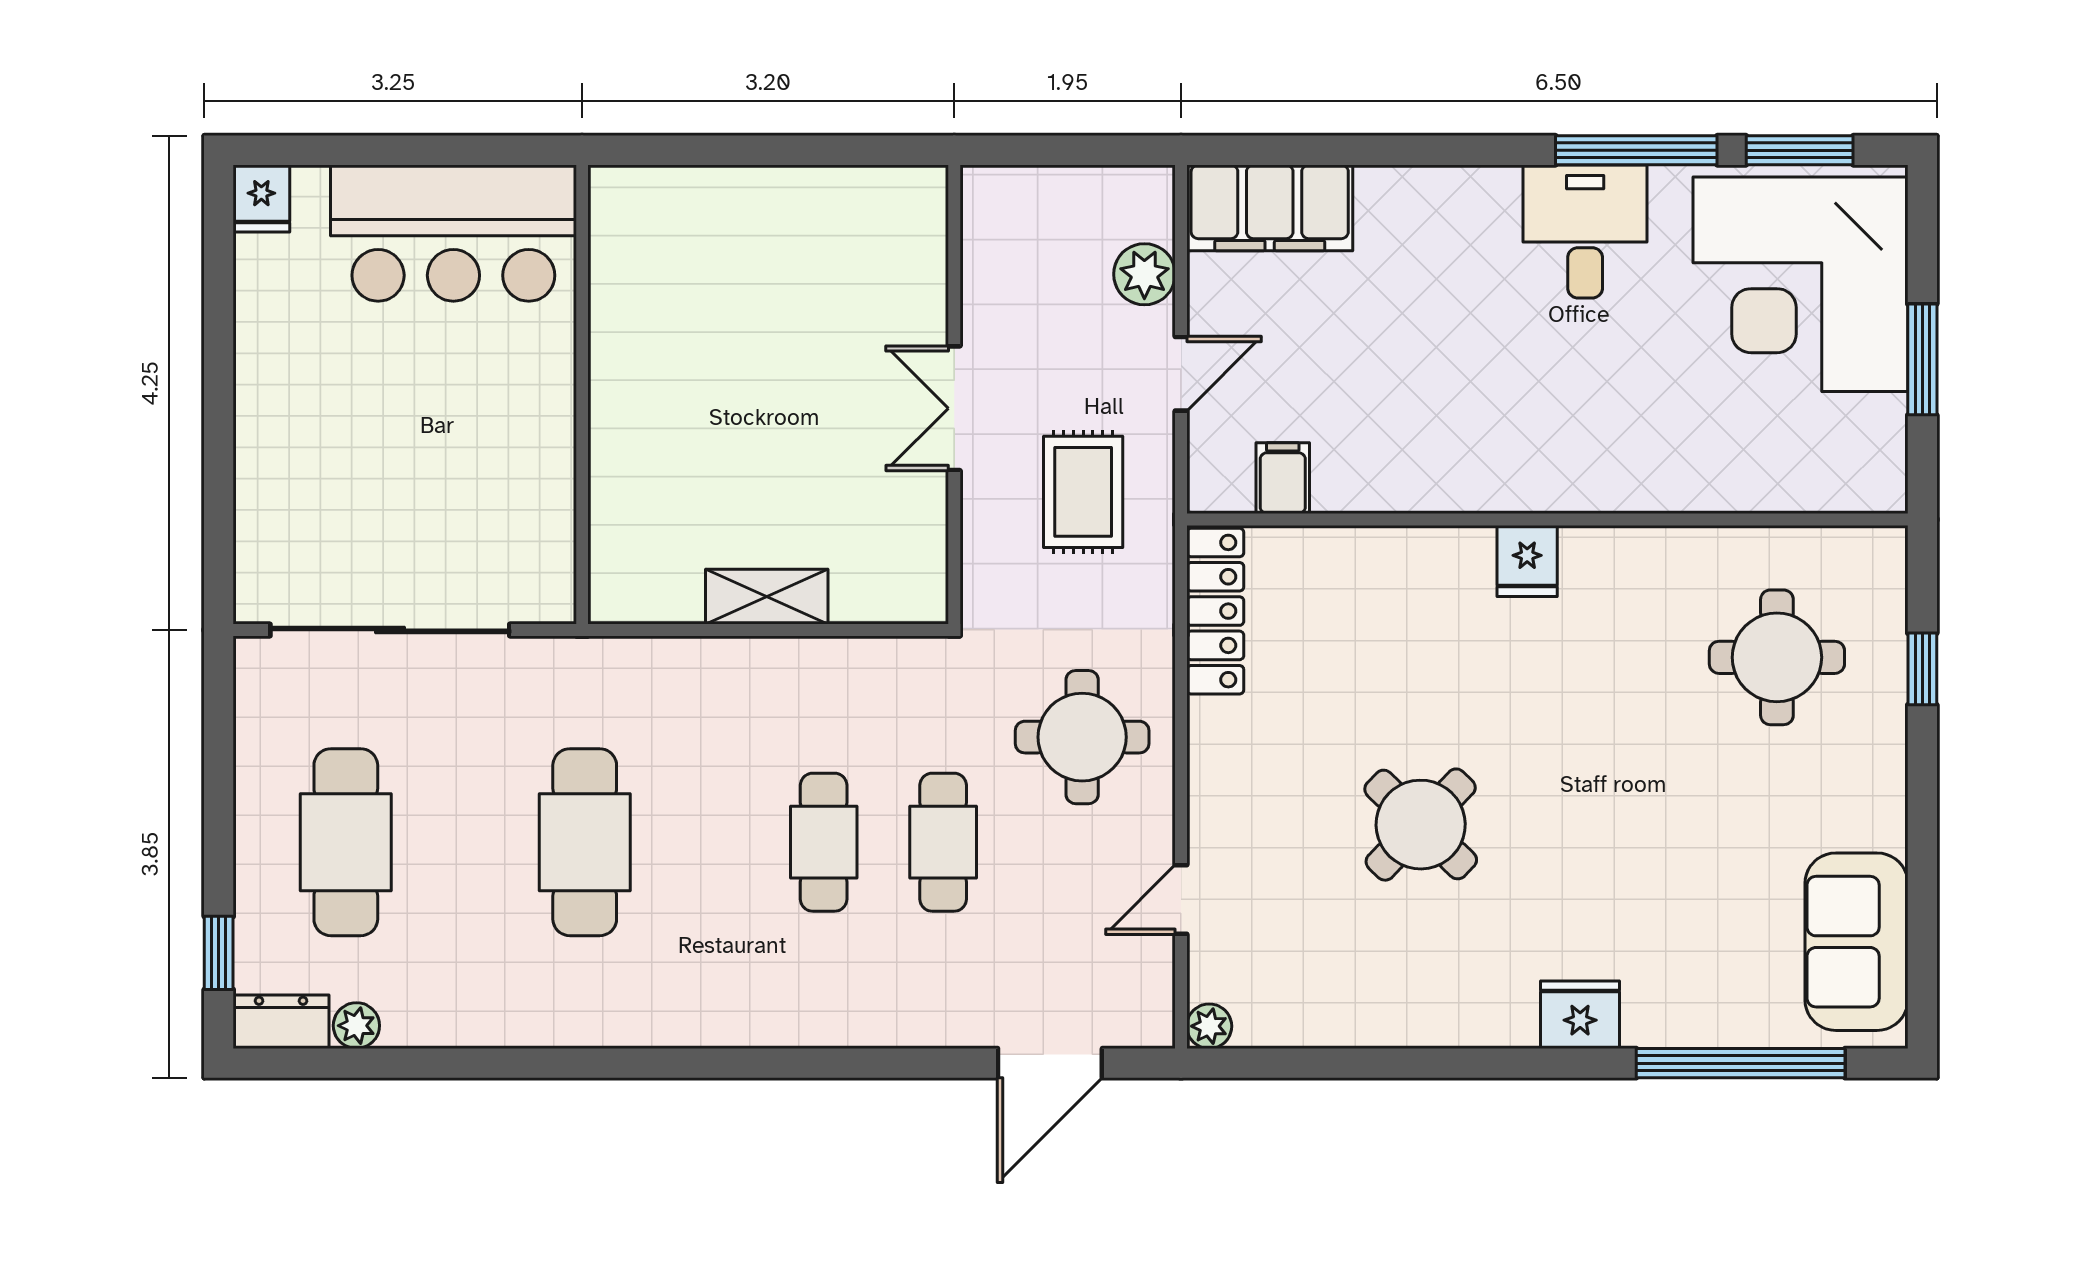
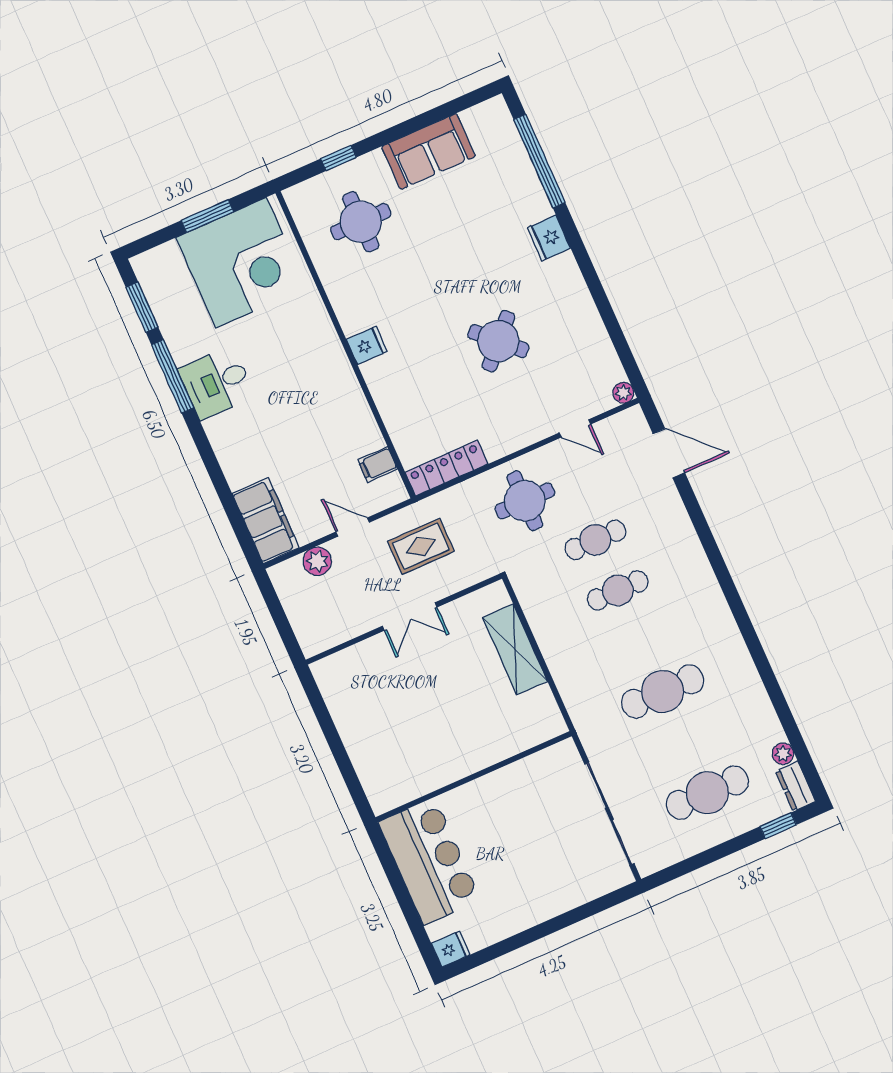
corner desk: (1800, 284) -> (241, 263), moved
shelving: (767, 597) -> (515, 649), width x1.50, depth x1.33
sofa: (1856, 942) -> (428, 151), moved

